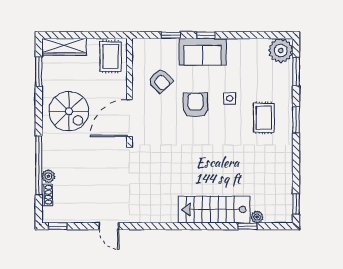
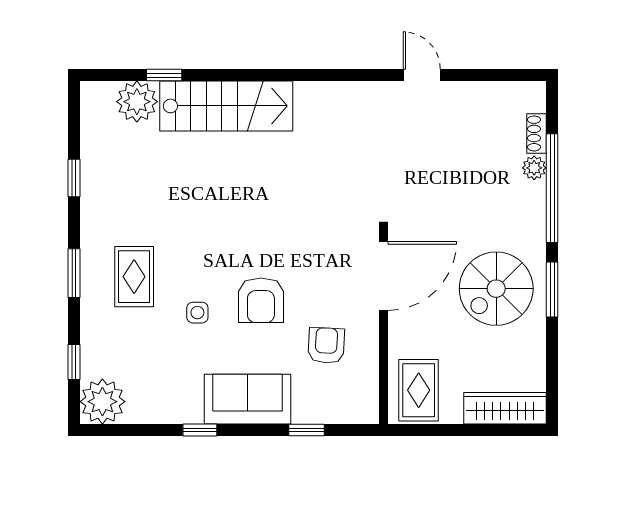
window: (206, 35) -> (200, 430), moved
window: (39, 72) -> (552, 289), moved
window: (296, 72) -> (74, 362), width x0.67
armchair: (160, 81) -> (326, 345), turned 46
spiral stairs: (69, 111) -> (496, 289), turned -90
window: (296, 204) -> (74, 178), moved
plant: (257, 217) -> (137, 102), width x1.87, depth x1.87
window: (58, 226) -> (517, 75), removed

